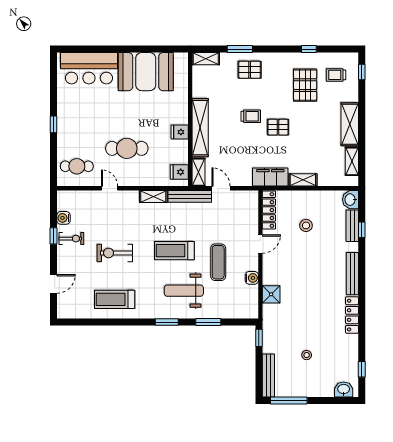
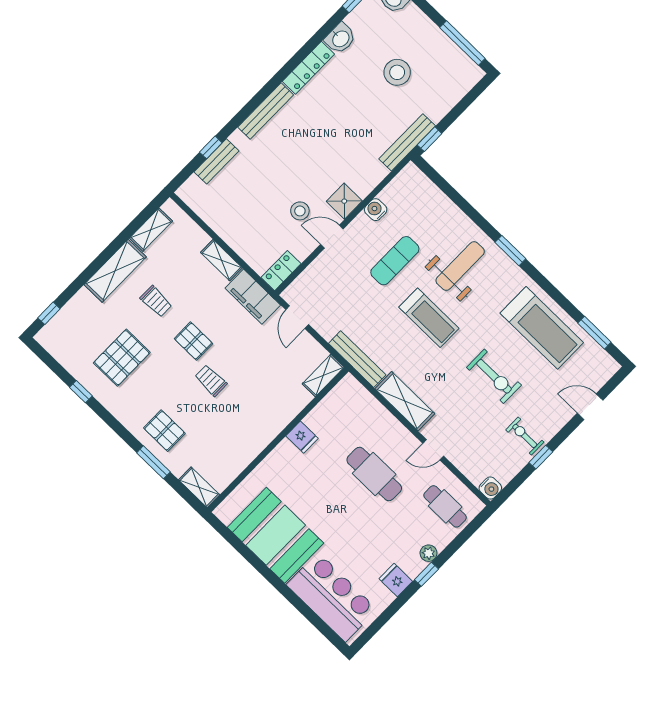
trolley: (336, 75) -> (156, 301), moved
shelving: (200, 128) -> (276, 421), removed
plant: (63, 136) -> (428, 553), added
fridge: (179, 172) -> (396, 580), moved, turned 180
door: (110, 188) -> (433, 450), hinge flipped
door: (221, 188) -> (297, 317), moved
shelving: (153, 196) -> (405, 401), width x1.50, depth x1.33
washbasin: (350, 200) -> (340, 38), moved
locker: (269, 210) -> (281, 271), width x0.66
water cooler: (64, 218) -> (490, 488), moved
stool: (306, 225) -> (300, 211), moved
weight bench: (184, 291) -> (460, 266), turned -90
shower: (271, 294) -> (344, 201), moved
treadmill: (115, 299) -> (542, 328), width x1.37, depth x1.38
window: (208, 322) -> (594, 333), moved
stool: (307, 355) -> (397, 72), width x1.89, depth x1.89
bench: (268, 375) -> (407, 142), moved

